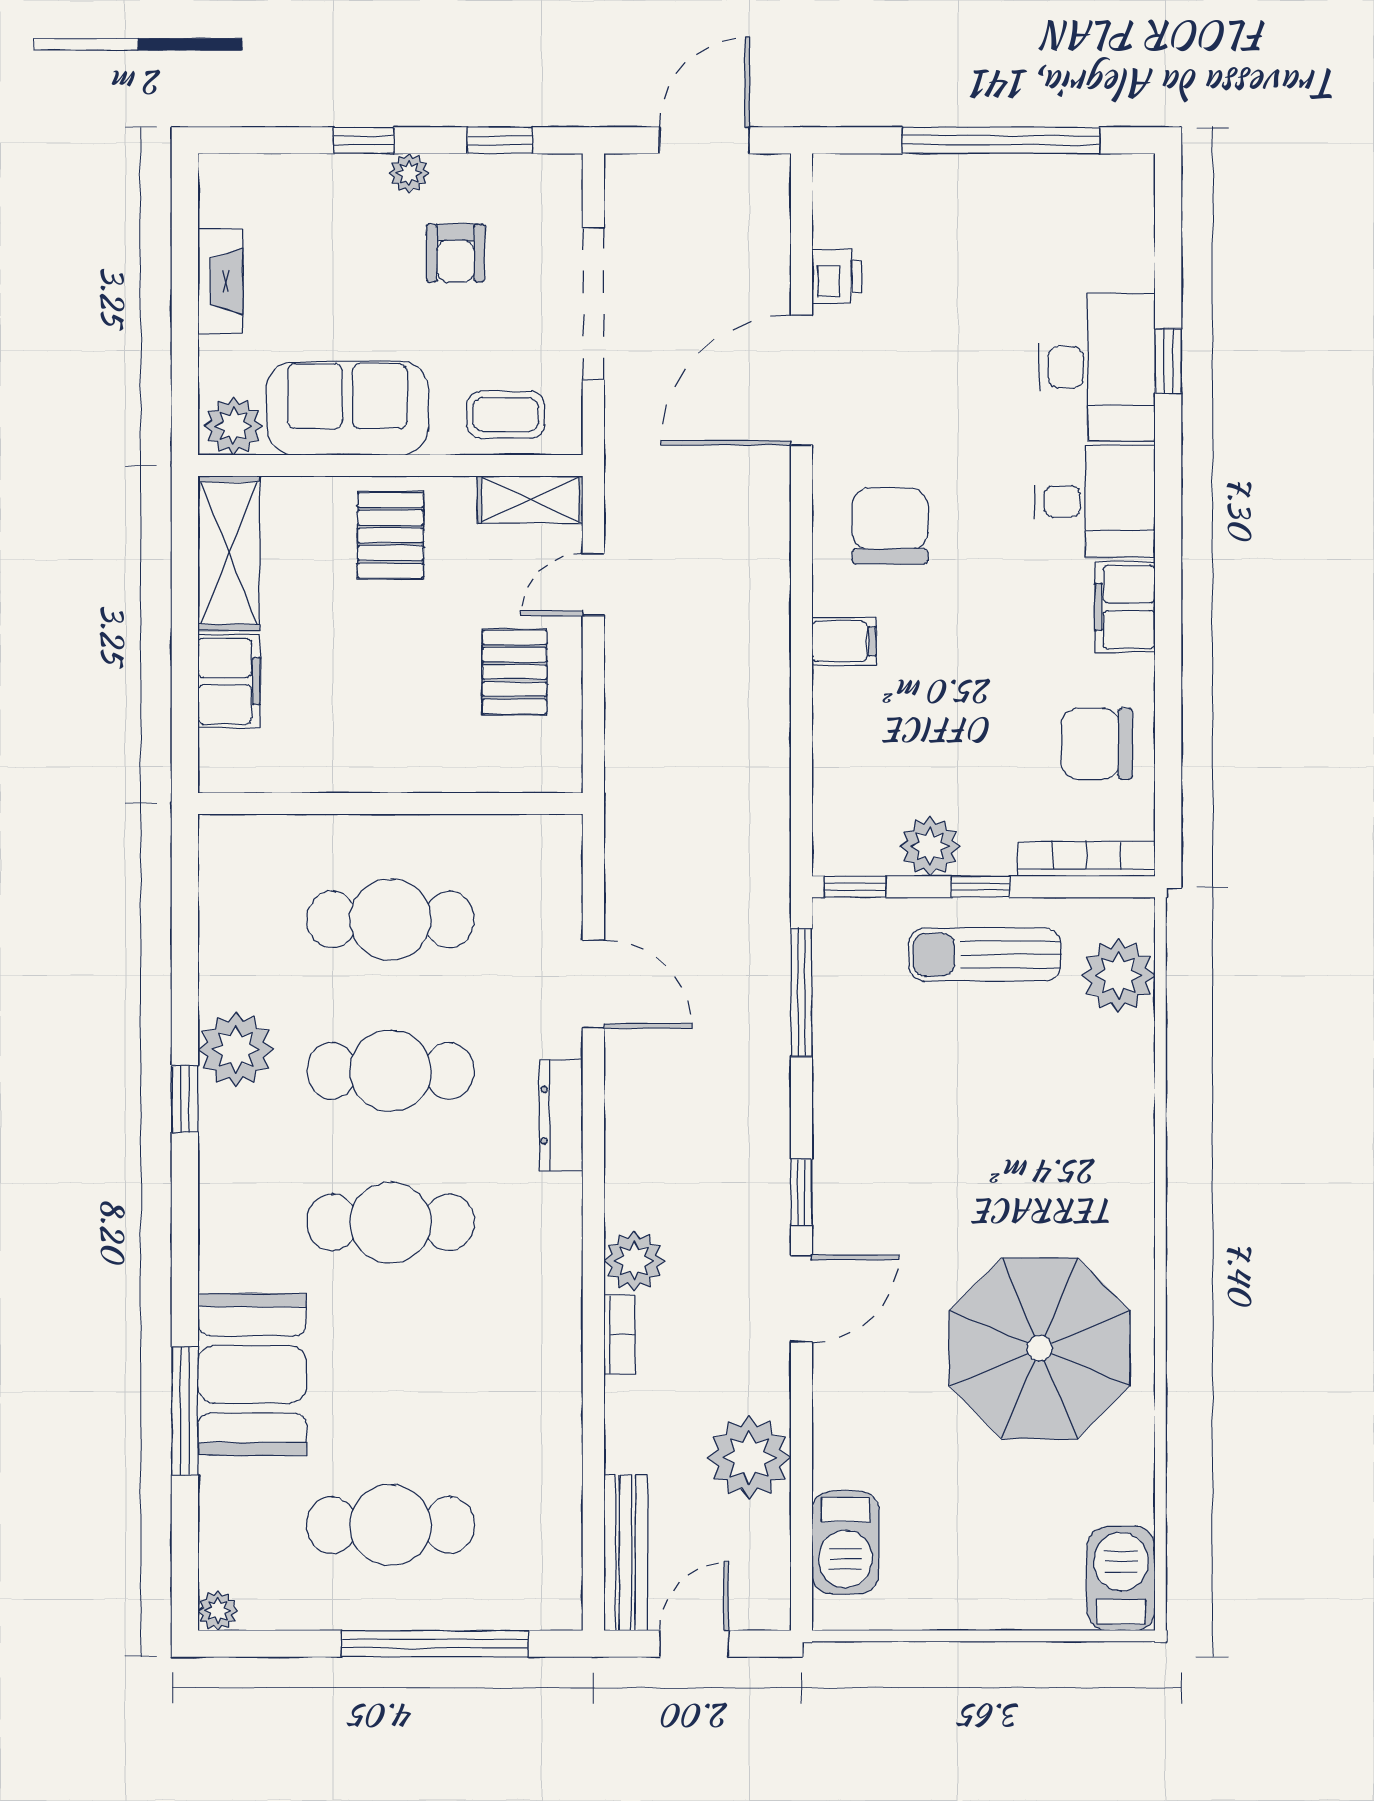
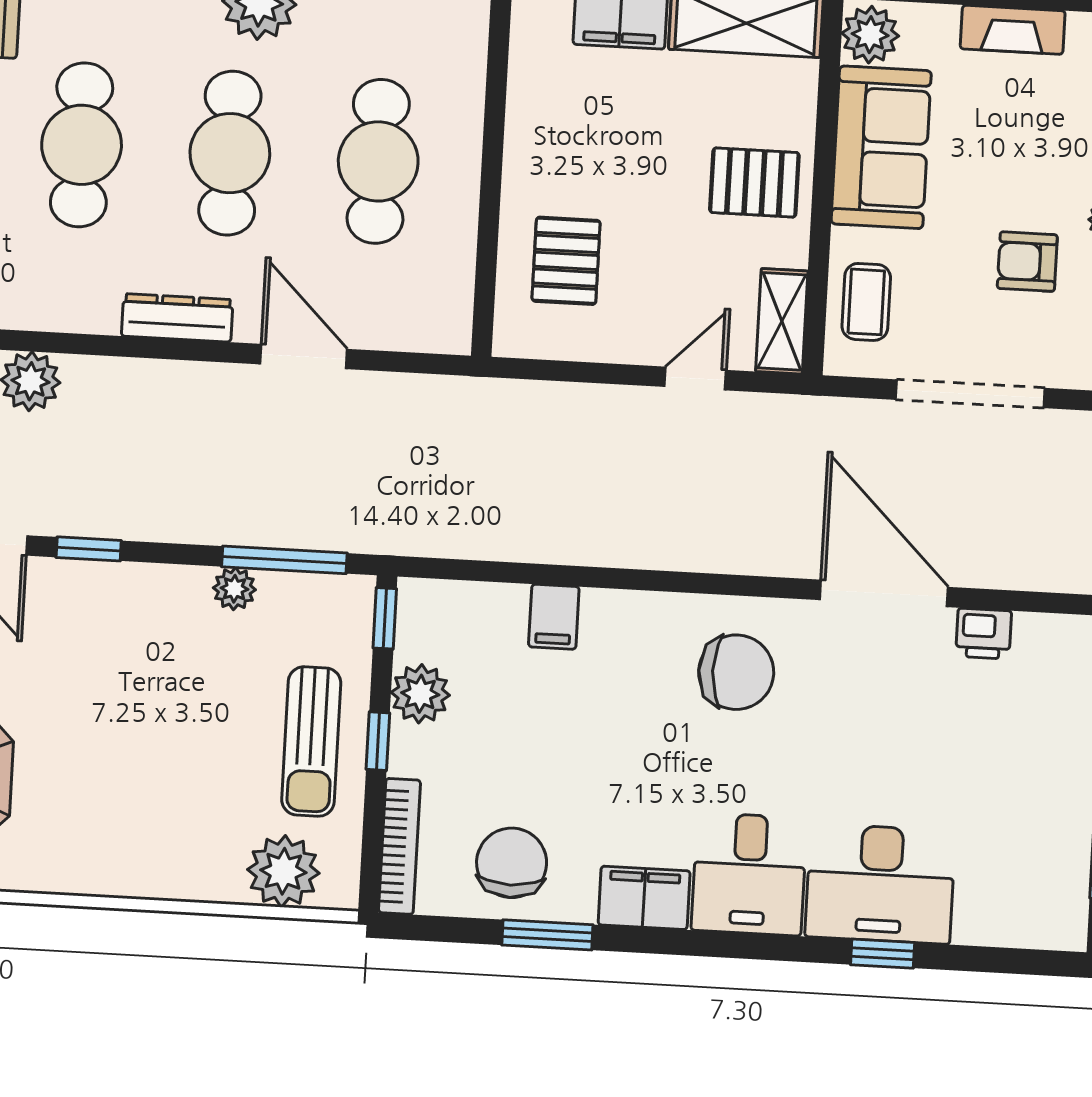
door: (593, 584) -> (695, 378), hinge flipped
filing cabinet: (844, 641) -> (554, 617), moved
pallet: (515, 672) -> (566, 261), moved, turned 90
window: (1168, 703) -> (547, 935), added
sun lounger: (985, 955) -> (311, 741), turned 180
door: (593, 984) -> (304, 357), swing flipped
plant: (834, 1041) -> (234, 589), added

